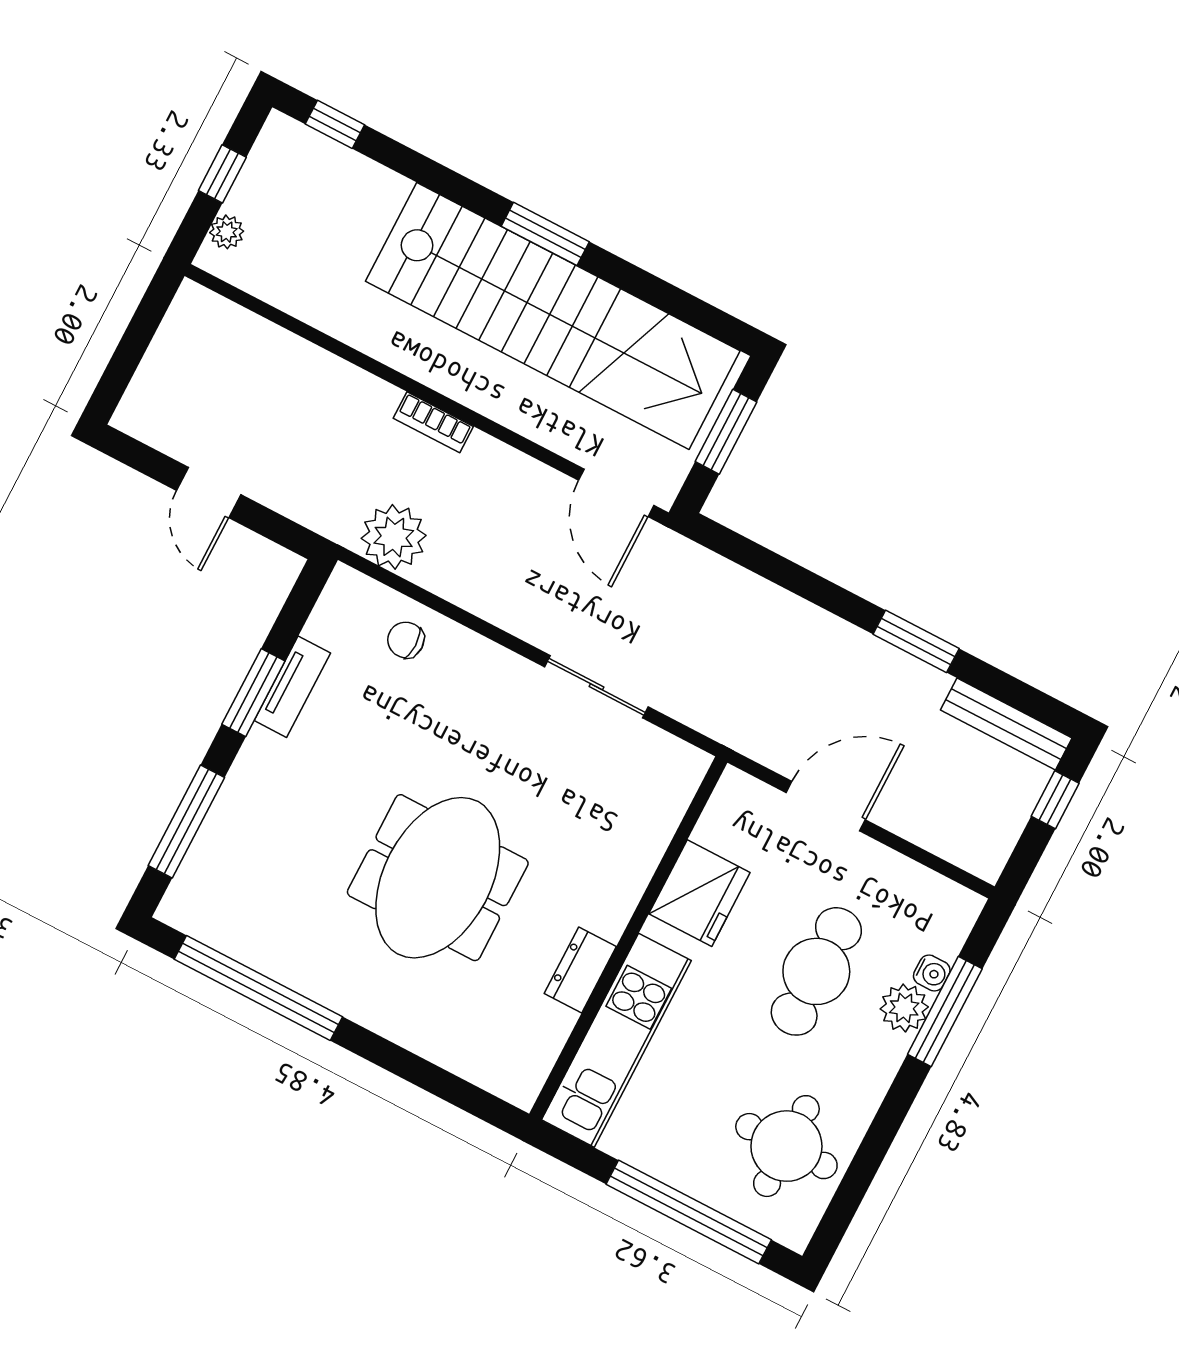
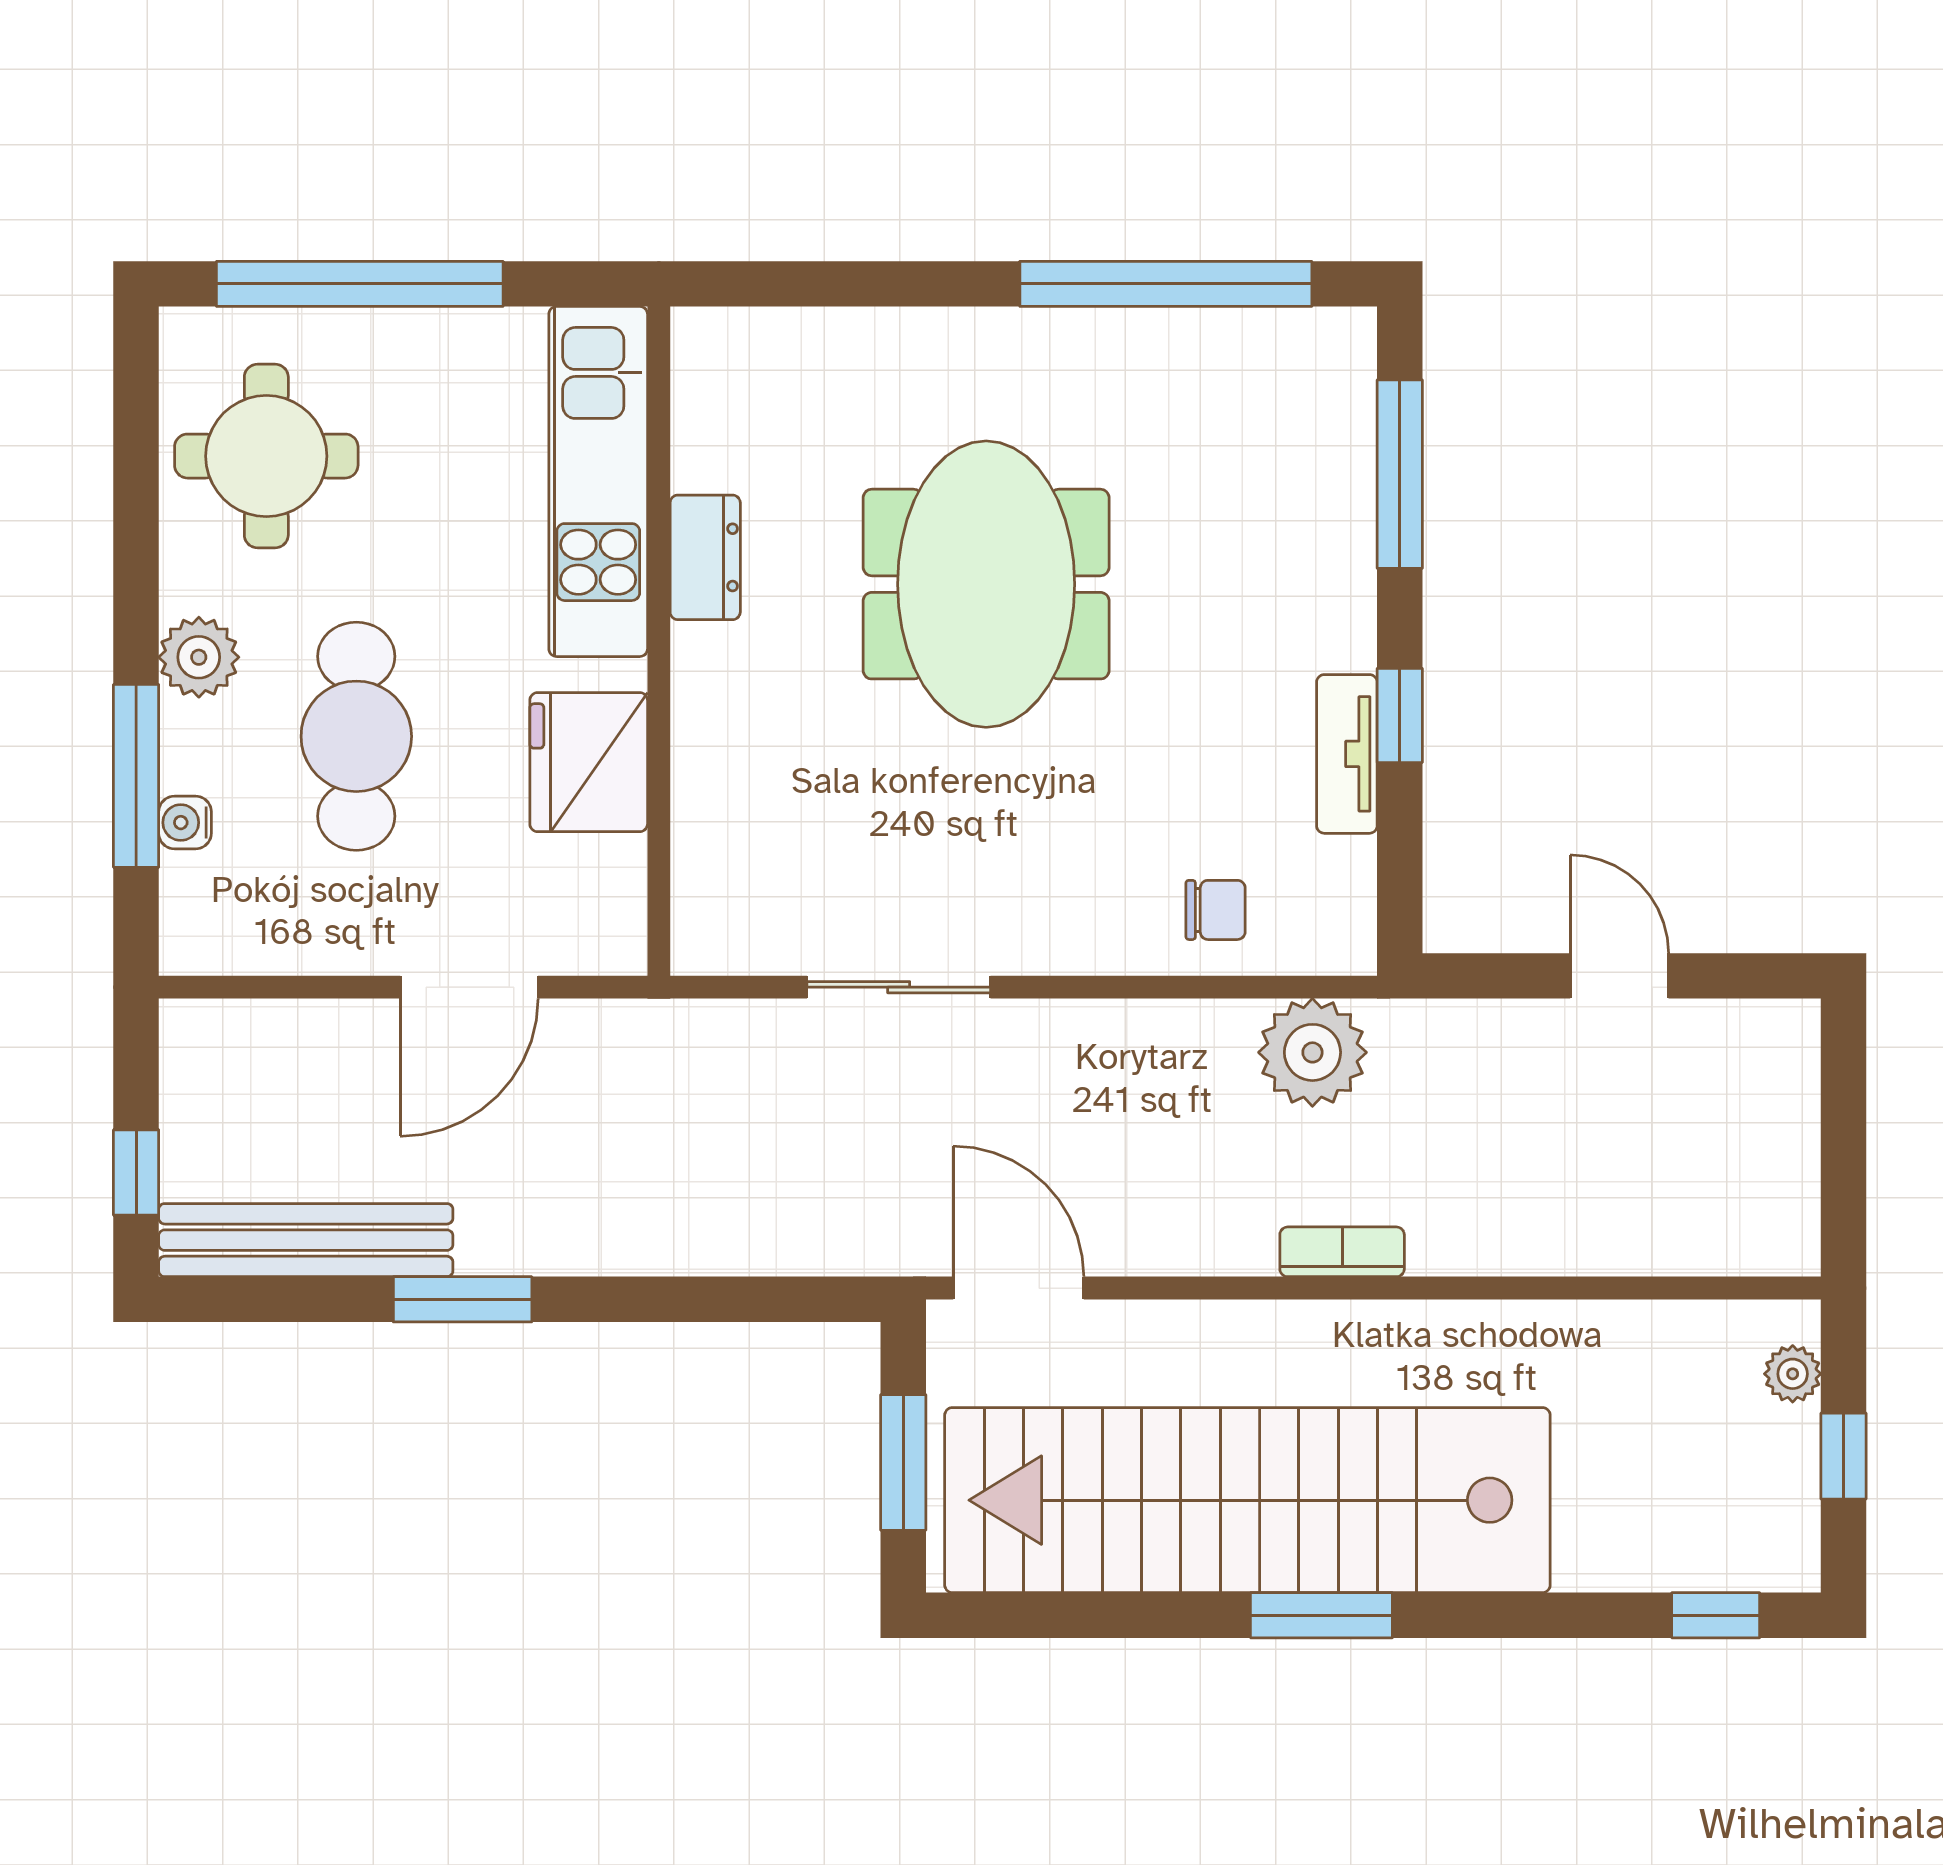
window: (253, 693) -> (1400, 715), width x0.67
bench: (1006, 724) -> (306, 1240), width x1.37, depth x1.21
plant: (904, 1008) -> (199, 657), moved

